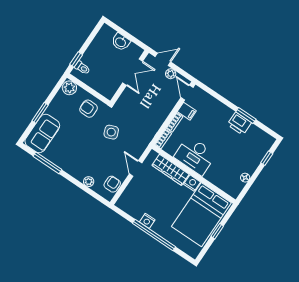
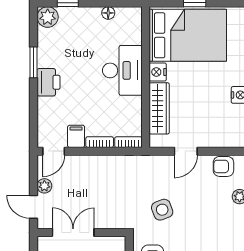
printer: (239, 124) -> (49, 82), moved
plant: (266, 141) -> (48, 17), added
desk: (195, 156) -> (122, 70), moved

